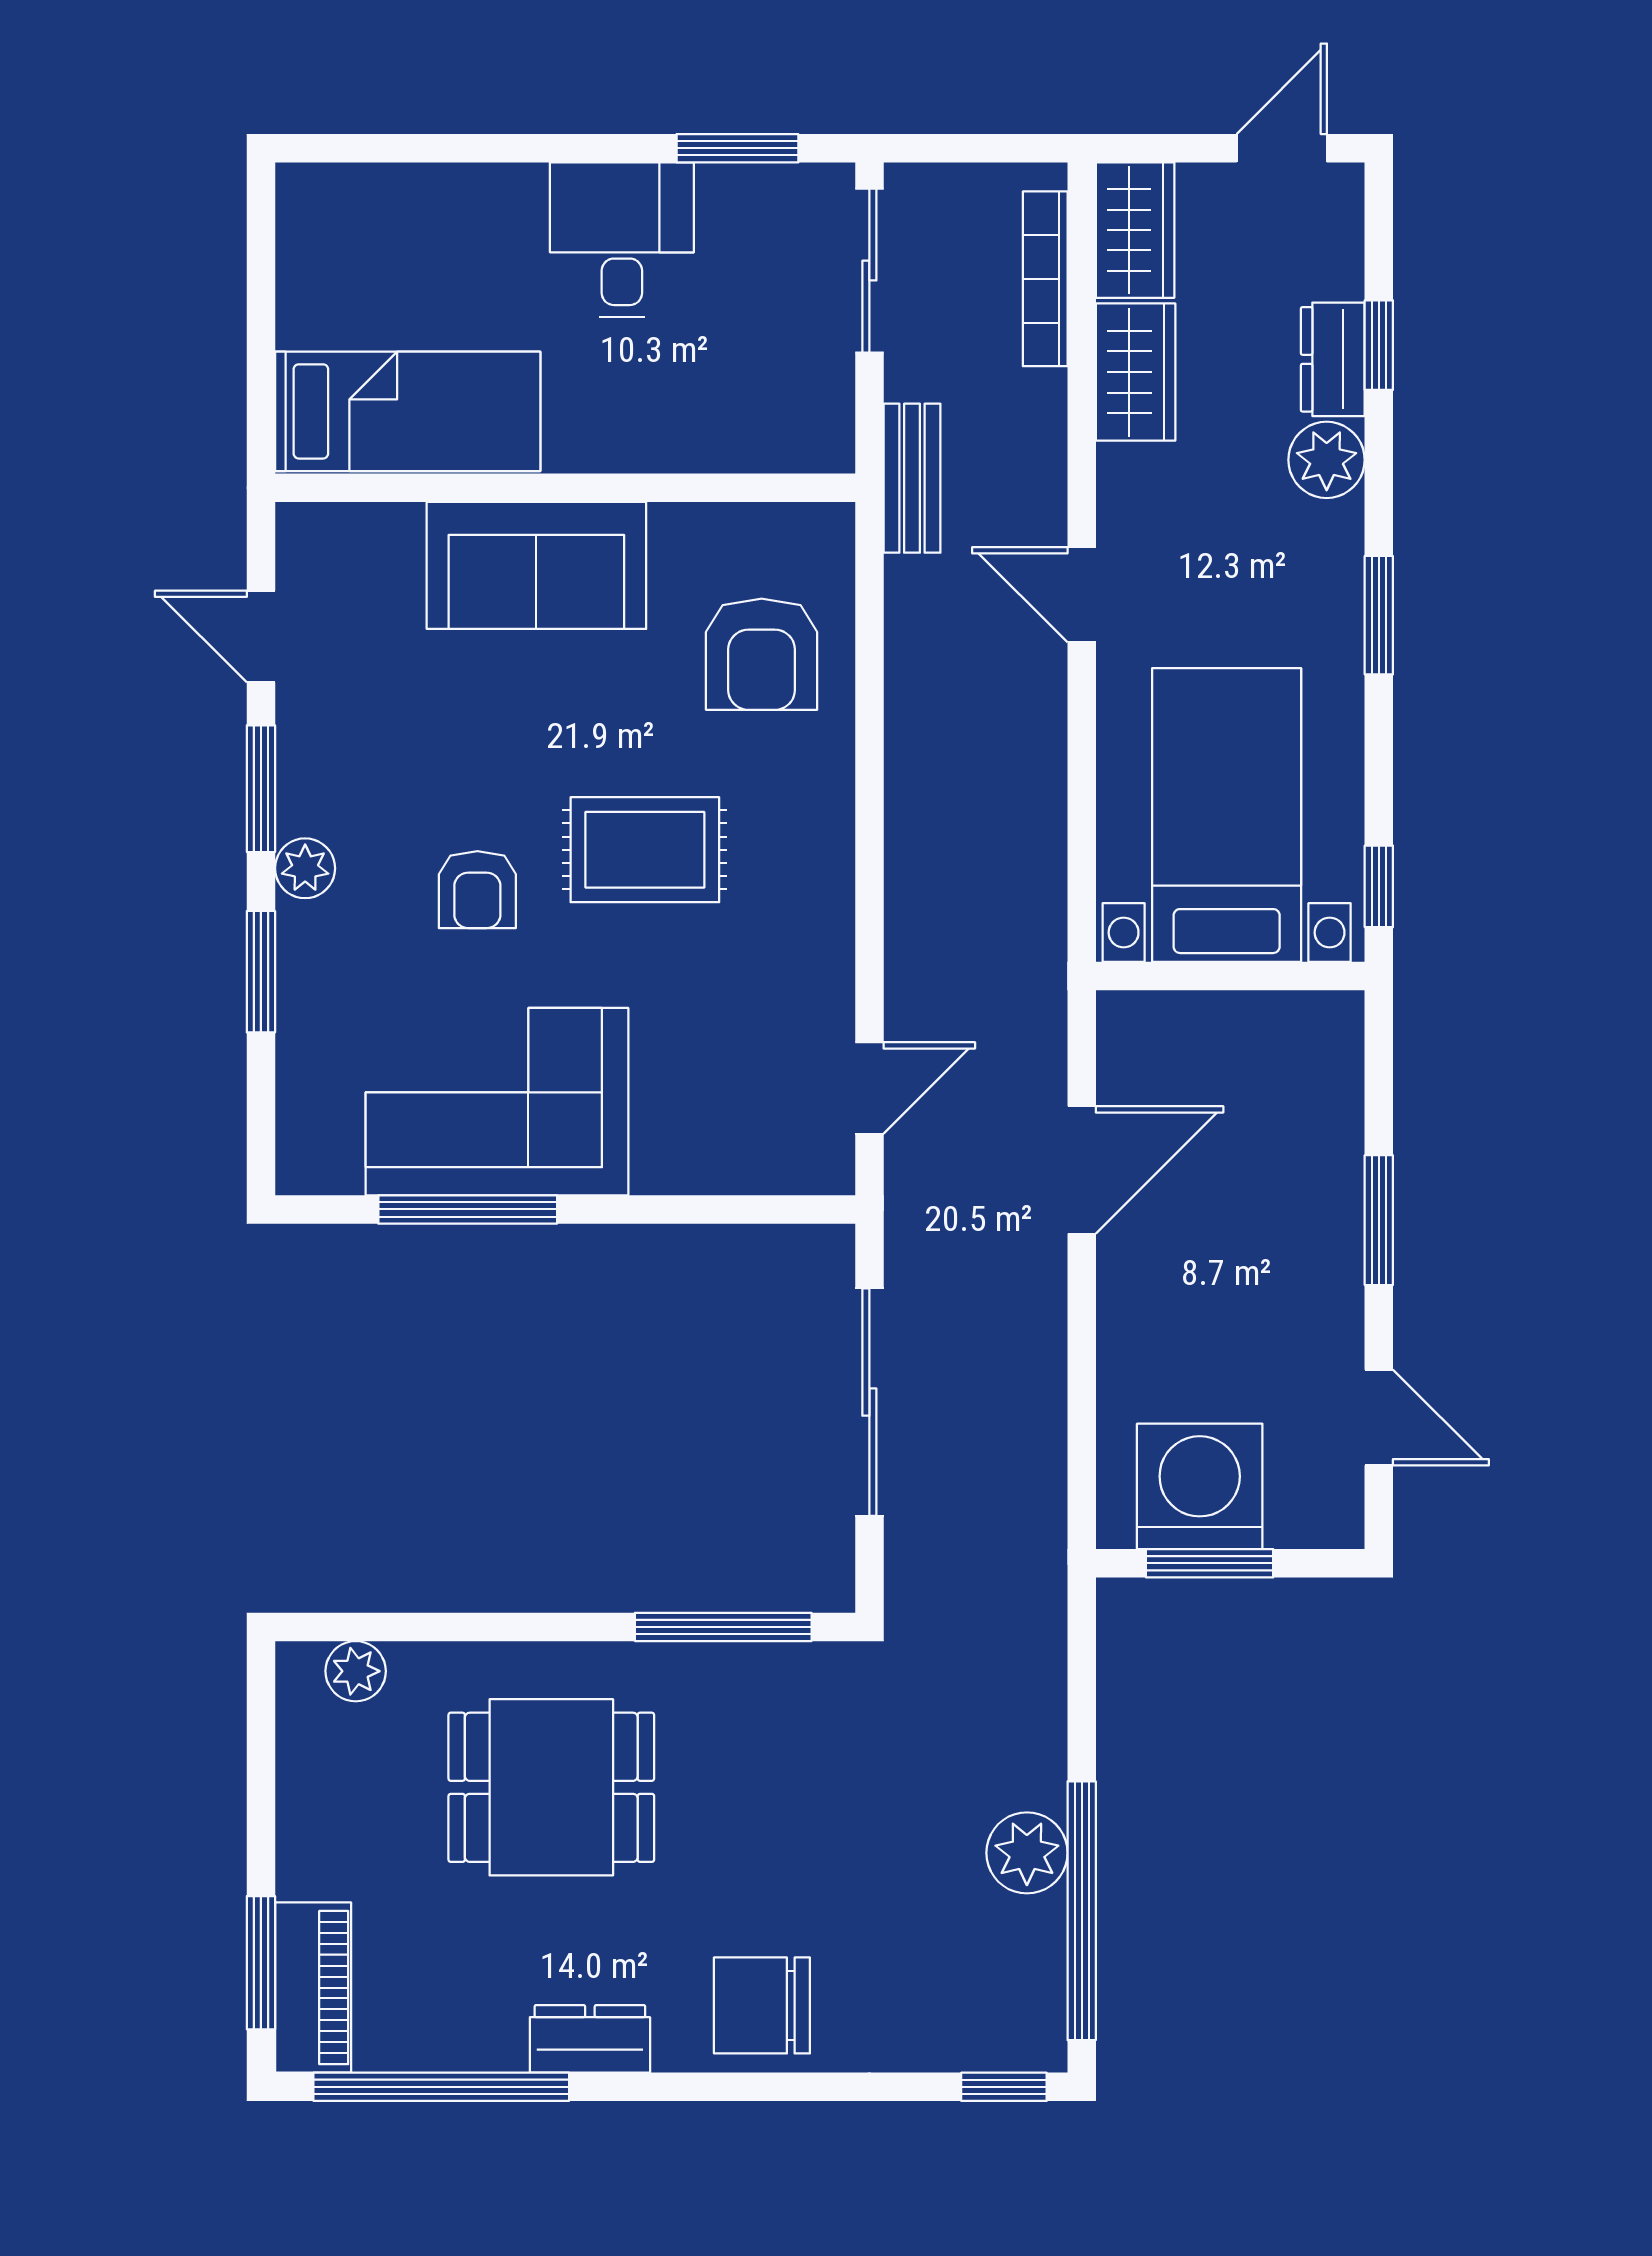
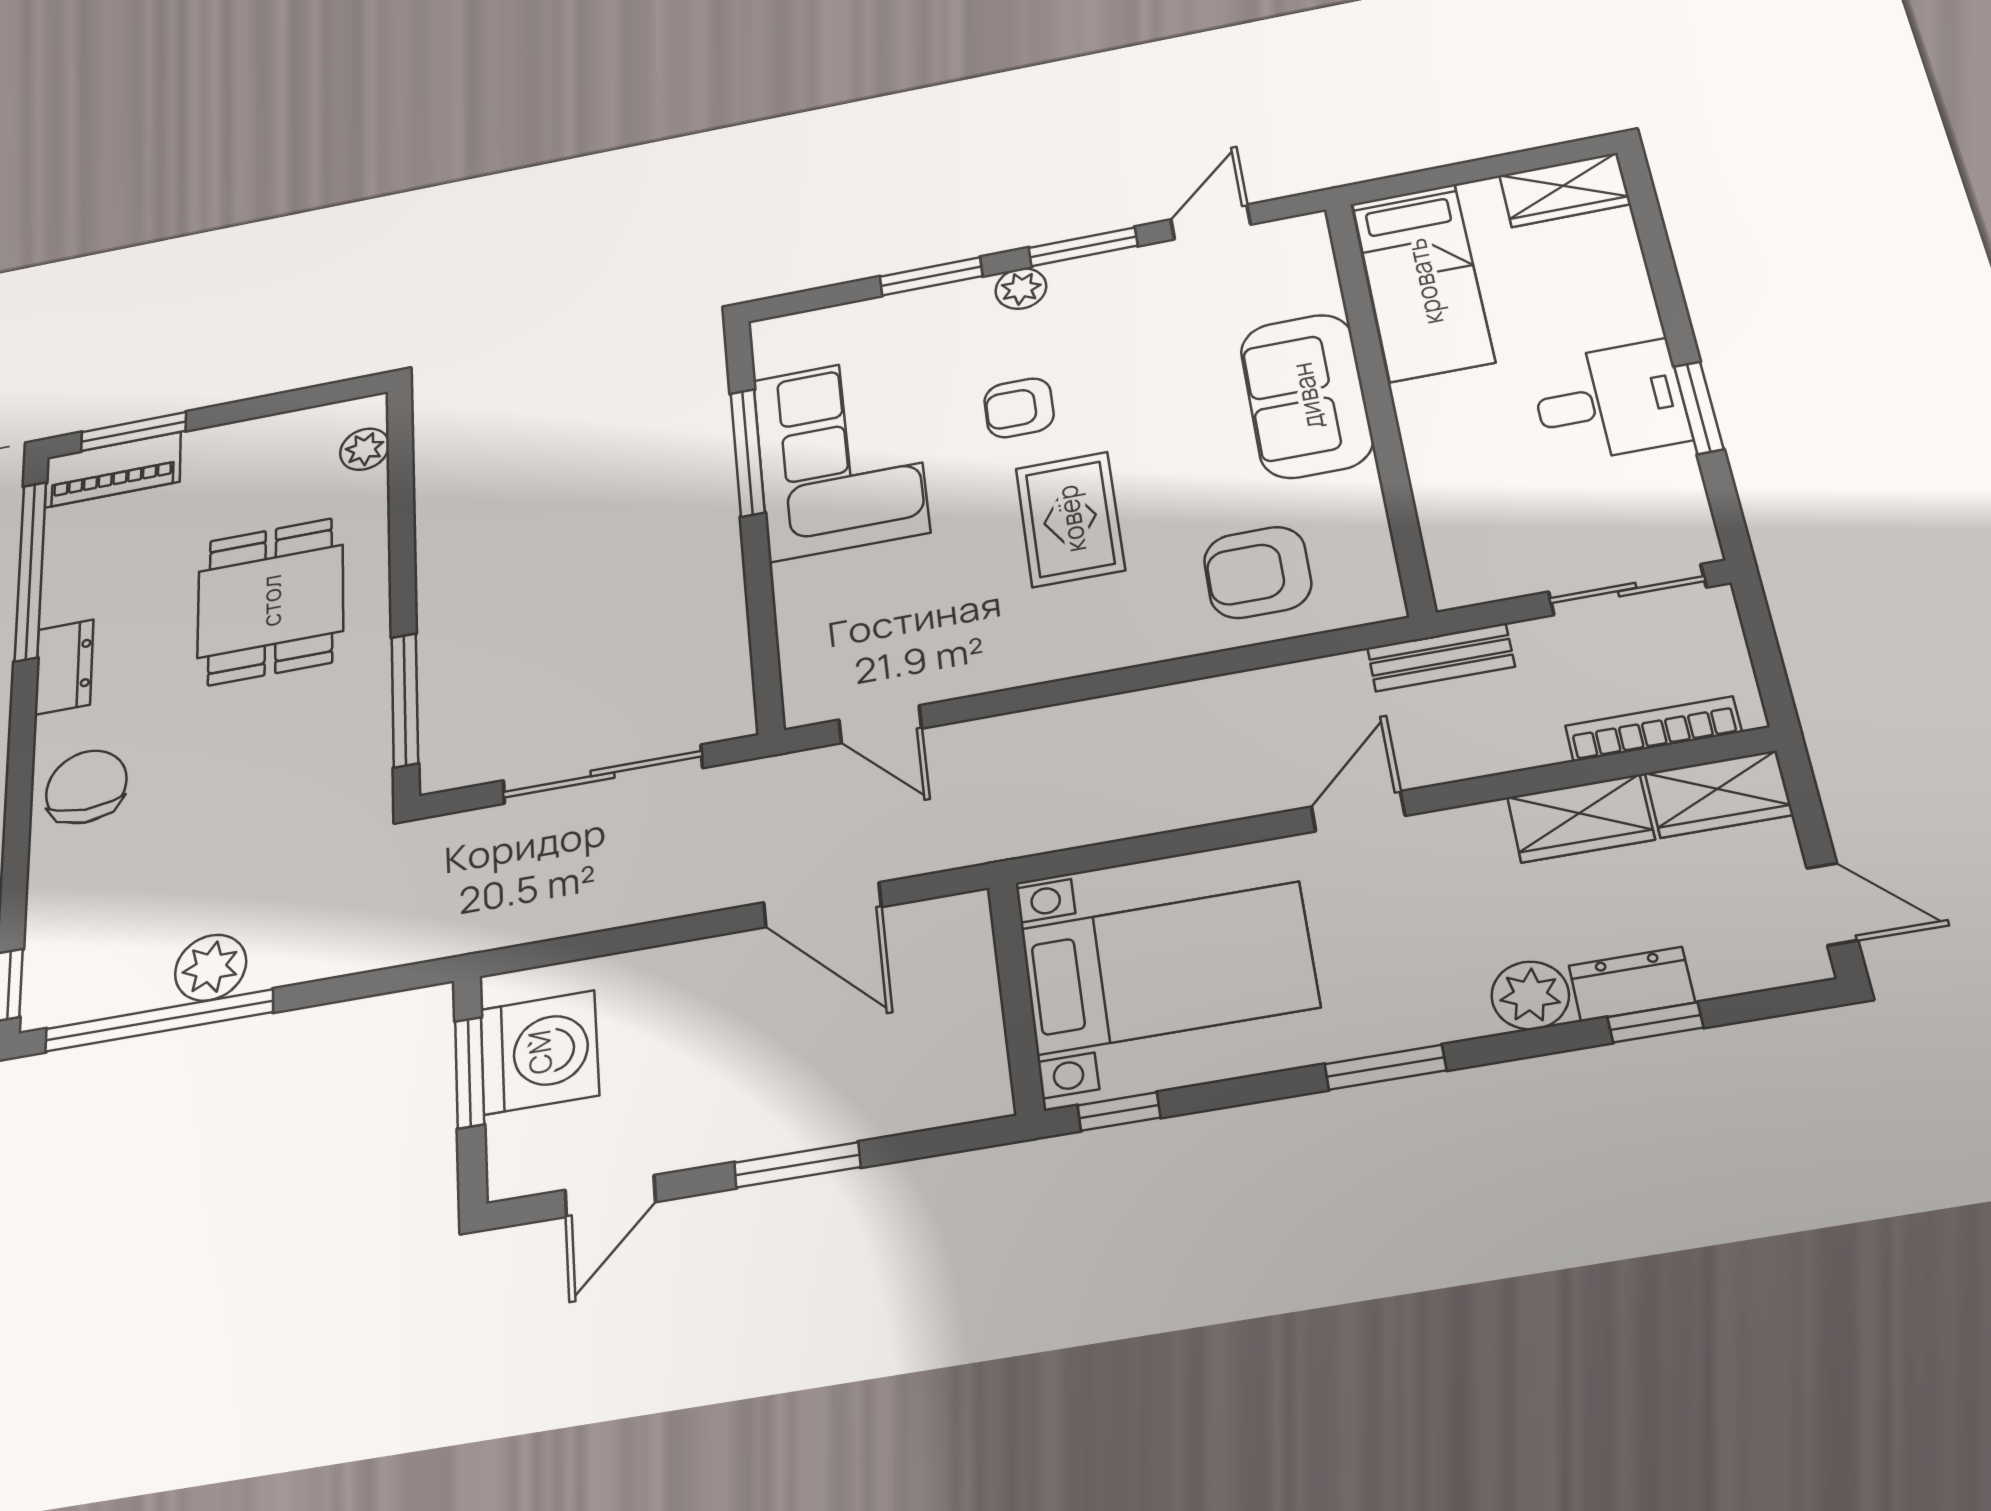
window: (737, 148) -> (1699, 408), moved
wardrobe: (315, 231) -> (1564, 190), added

